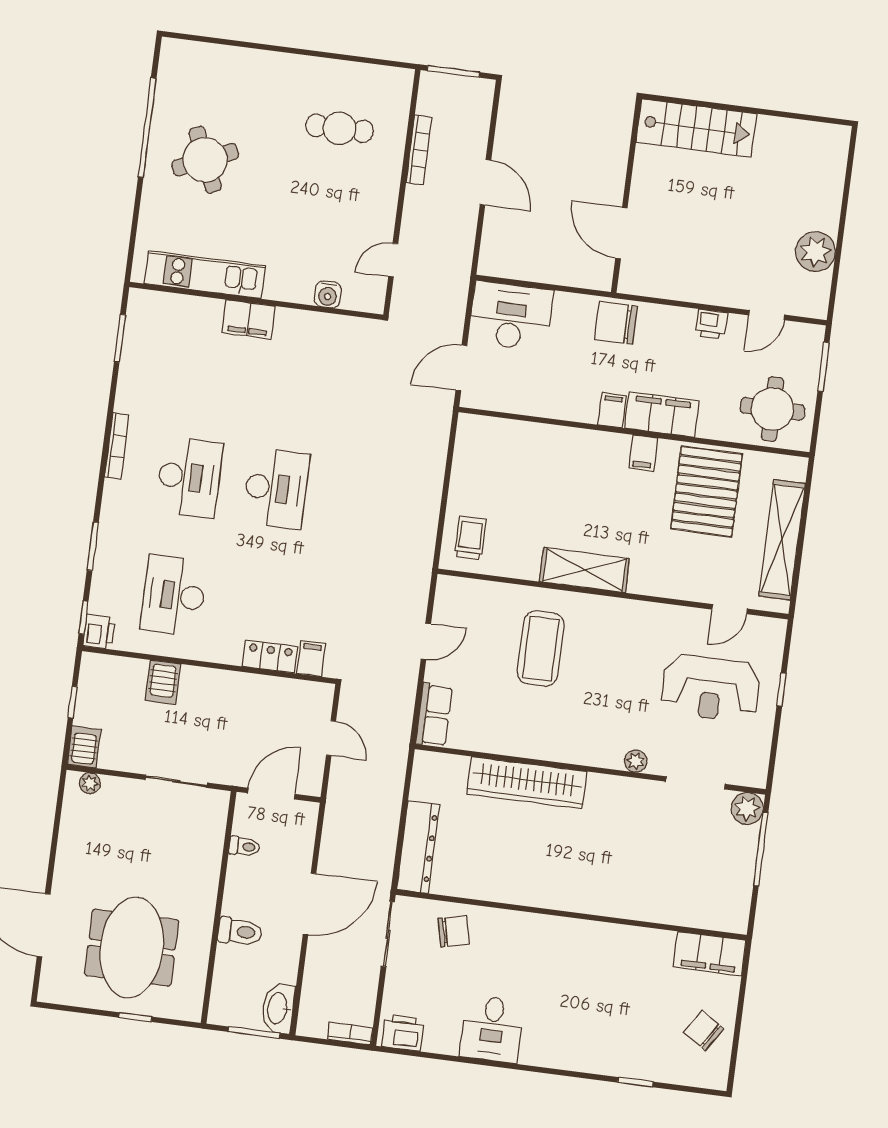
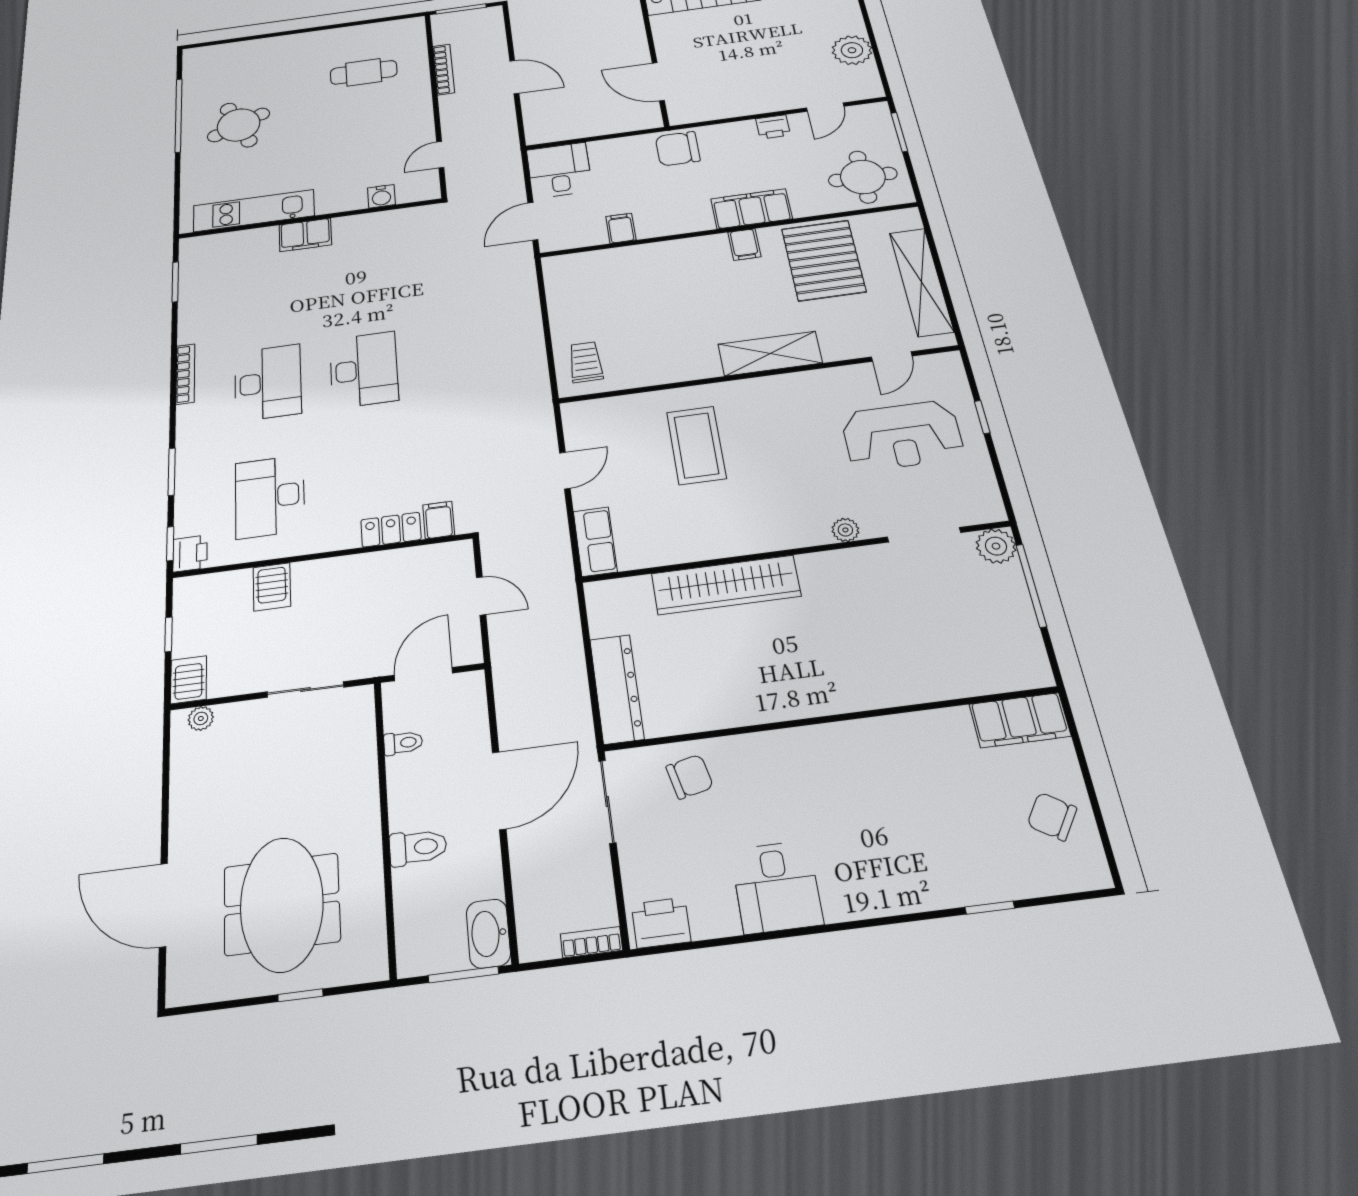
desk: (511, 316) -> (559, 170), width x0.73
filing cabinet: (612, 410) -> (621, 228), moved
shelving: (584, 570) -> (770, 354), moved

